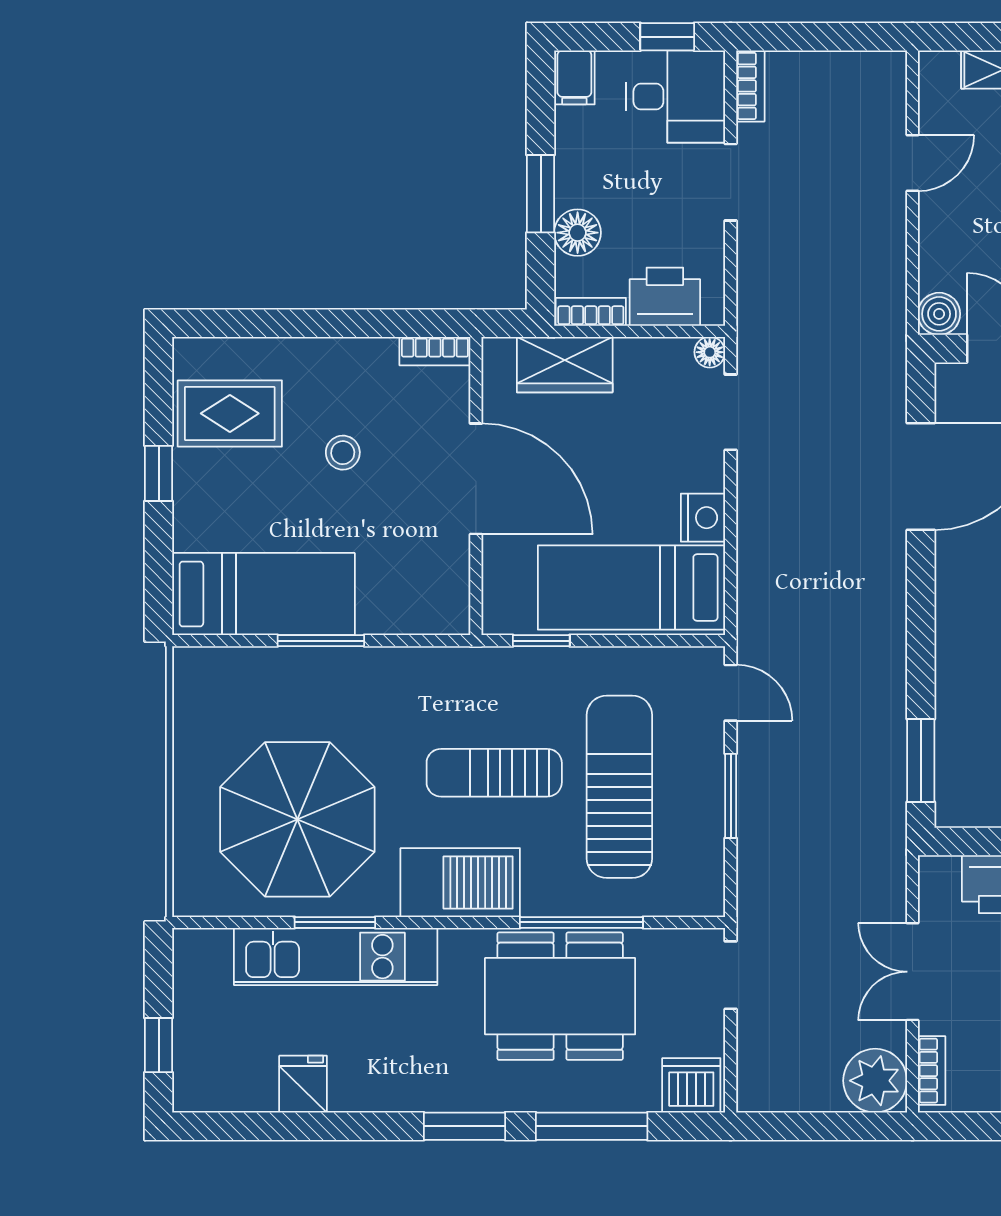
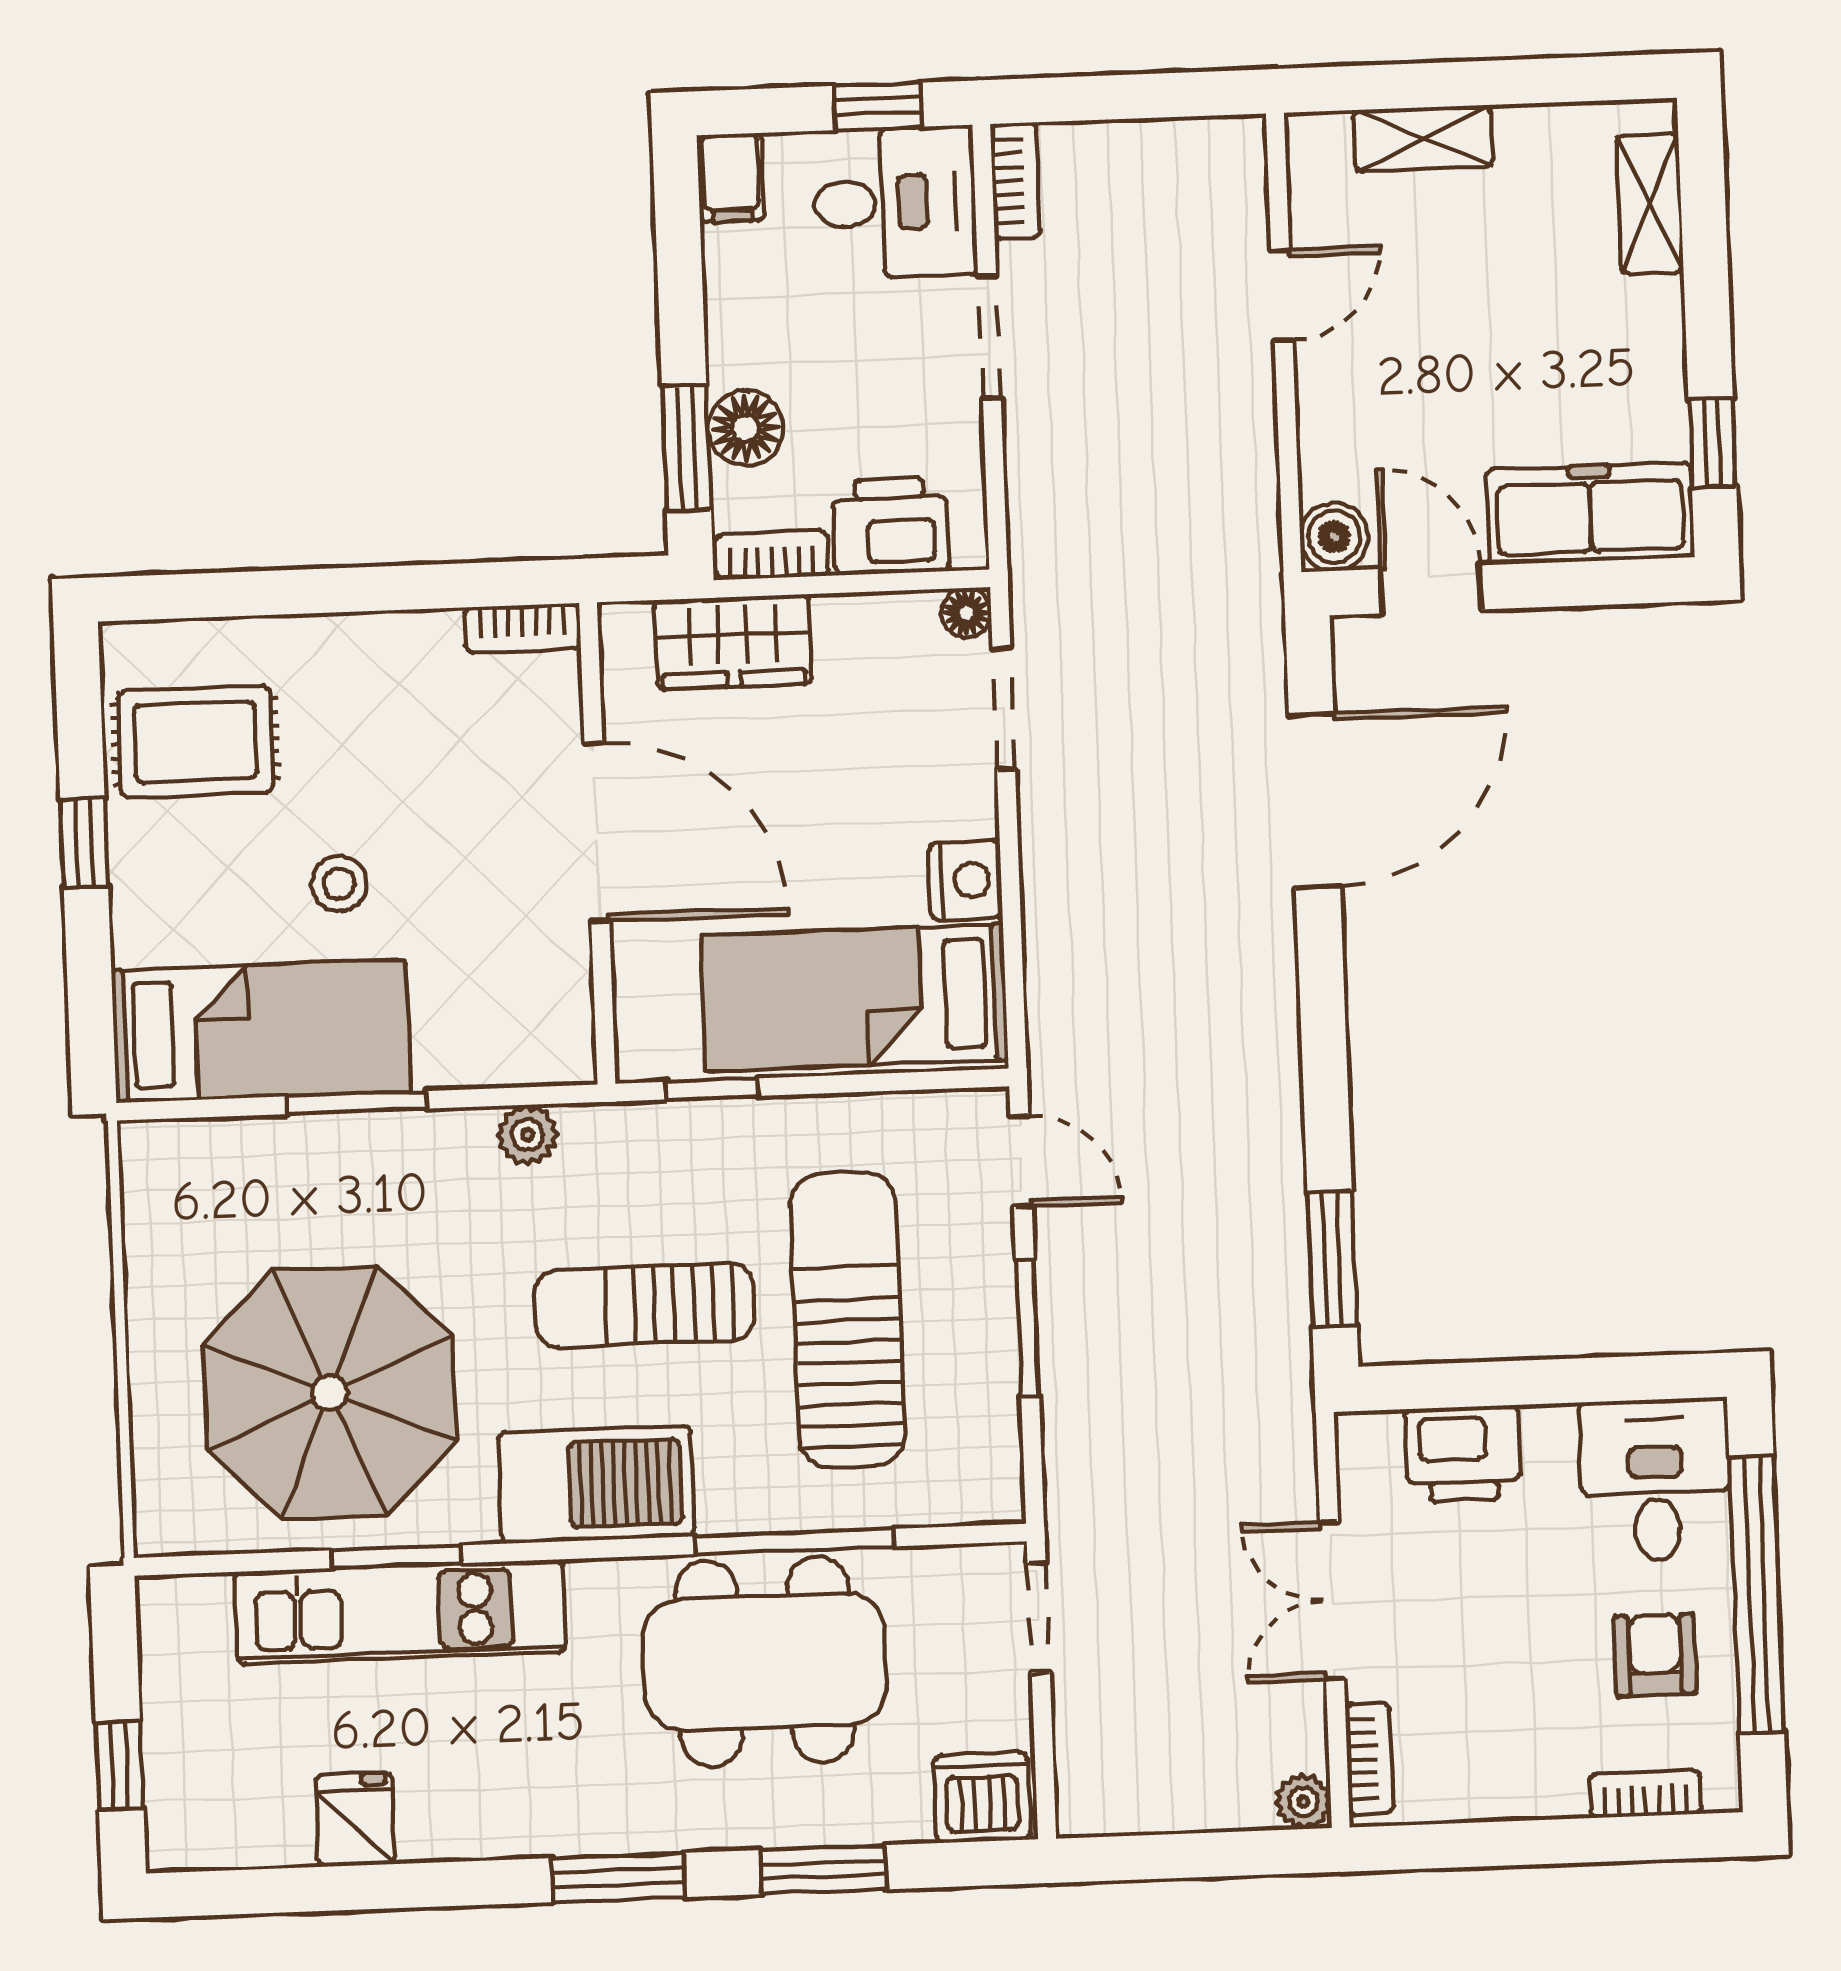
window: (541, 194) -> (686, 448), moved
stool: (343, 453) -> (339, 884), moved
plant: (426, 665) -> (527, 1135), added
plant: (875, 1081) -> (1303, 1802), width x0.53, depth x0.53
window: (592, 1126) -> (824, 1870), width x0.69

